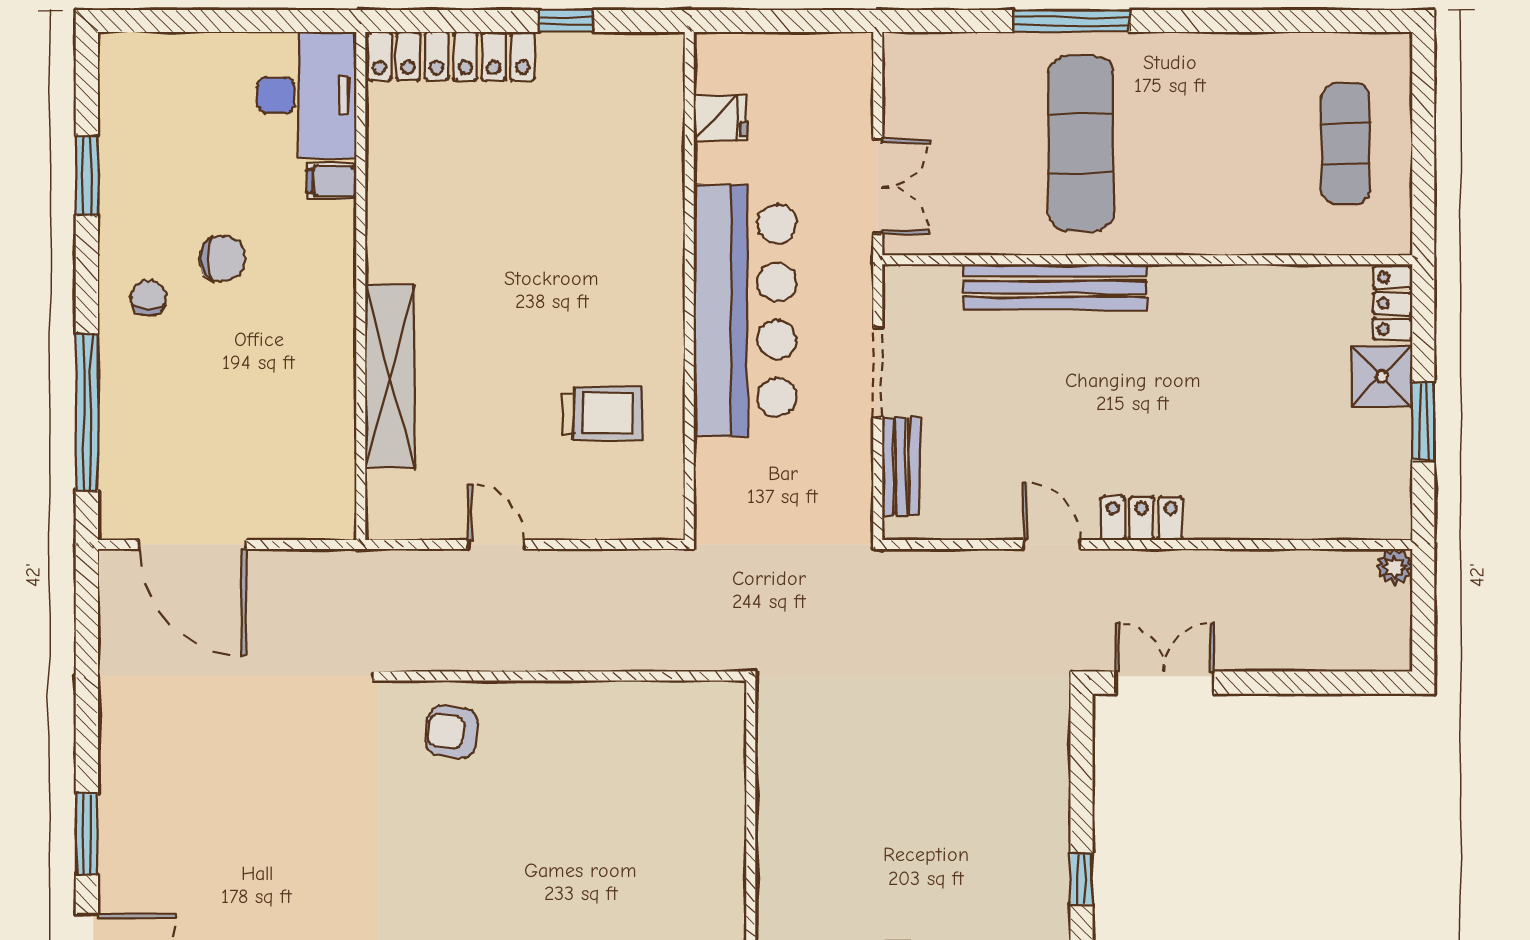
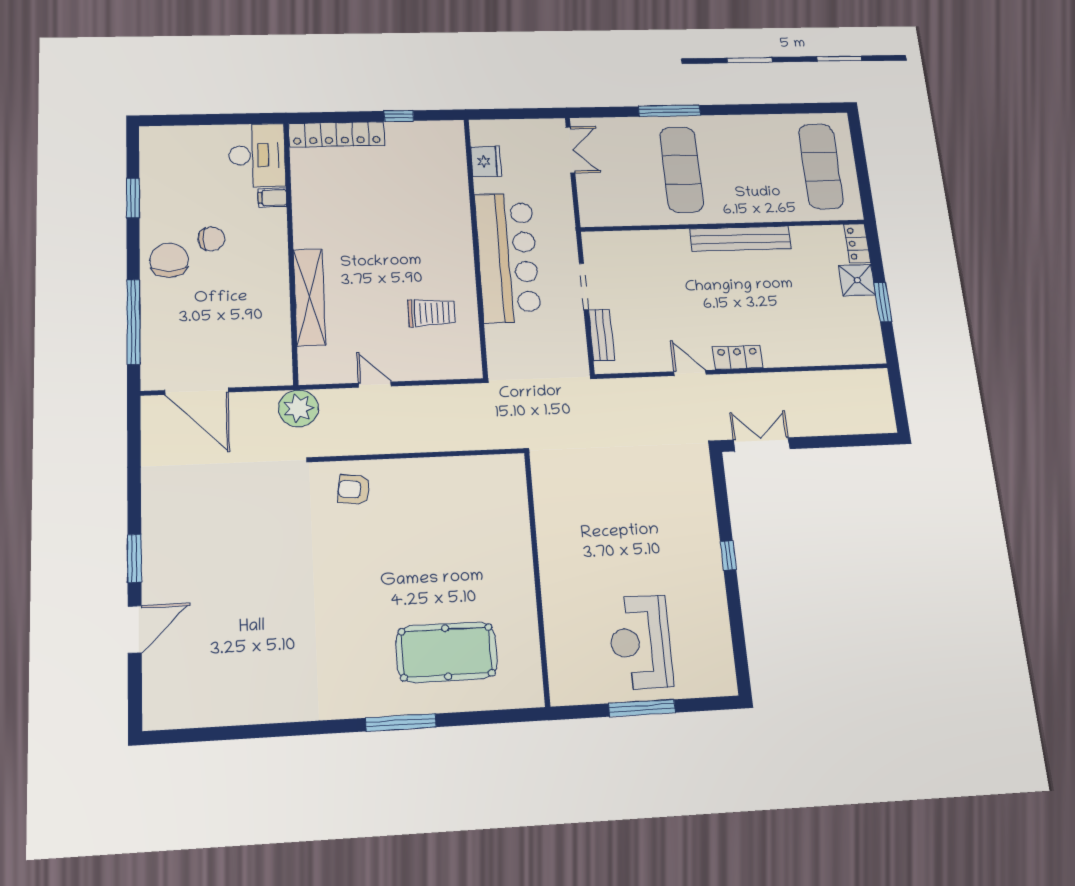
fridge: (720, 118) -> (486, 161), width x1.38
exercise mat: (1346, 144) -> (821, 166), width x1.36, depth x1.45
double door: (878, 187) -> (570, 150), moved
bench: (1055, 287) -> (740, 239), moved
chair: (148, 298) -> (169, 260), width x1.87, depth x1.87
plant: (1394, 567) -> (298, 408), moved, width x1.88, depth x1.88

